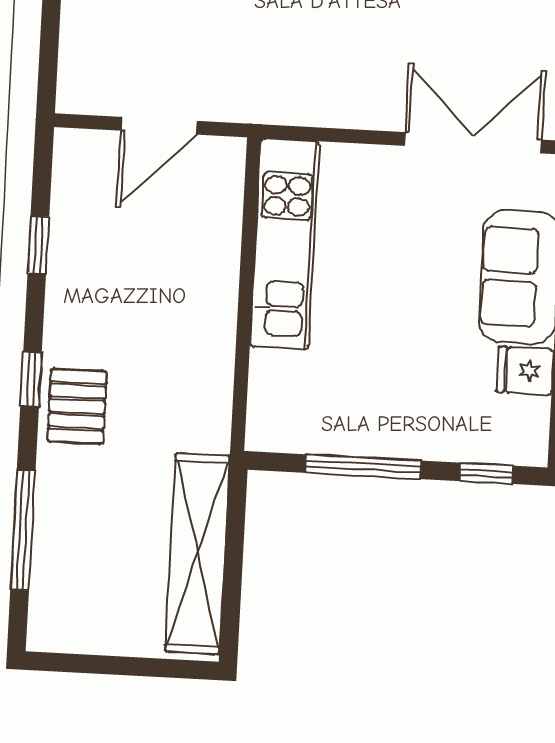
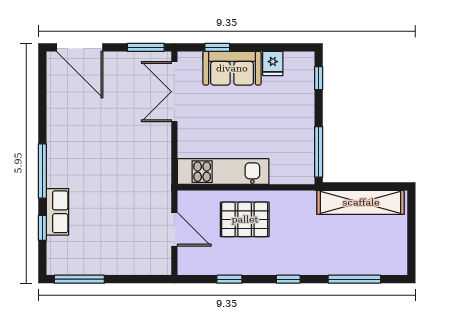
pallet: (77, 406) -> (245, 219), moved, width x1.50, depth x1.42
window: (364, 467) -> (319, 152), moved

